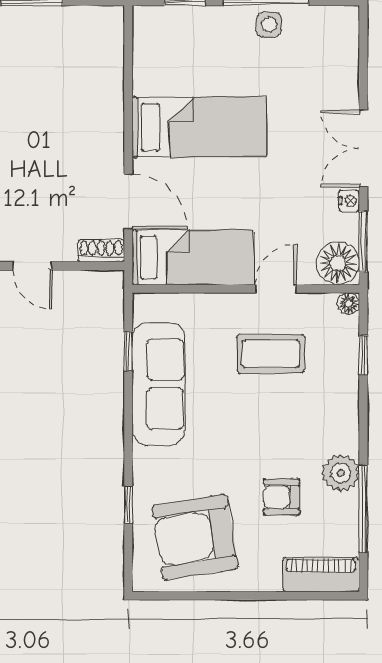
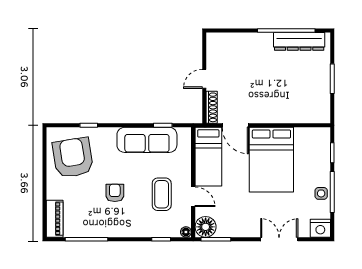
bed: (199, 127) -> (271, 160), width x1.50
double door: (363, 149) -> (279, 239), moved
nightstand: (349, 201) -> (320, 228), moved, width x1.89, depth x1.79
door: (128, 202) -> (235, 125), hinge flipped
shoe rack: (101, 251) -> (212, 107), width x1.43
plant: (341, 473) -> (104, 228), removed
armchair: (282, 497) -> (115, 193), moved

